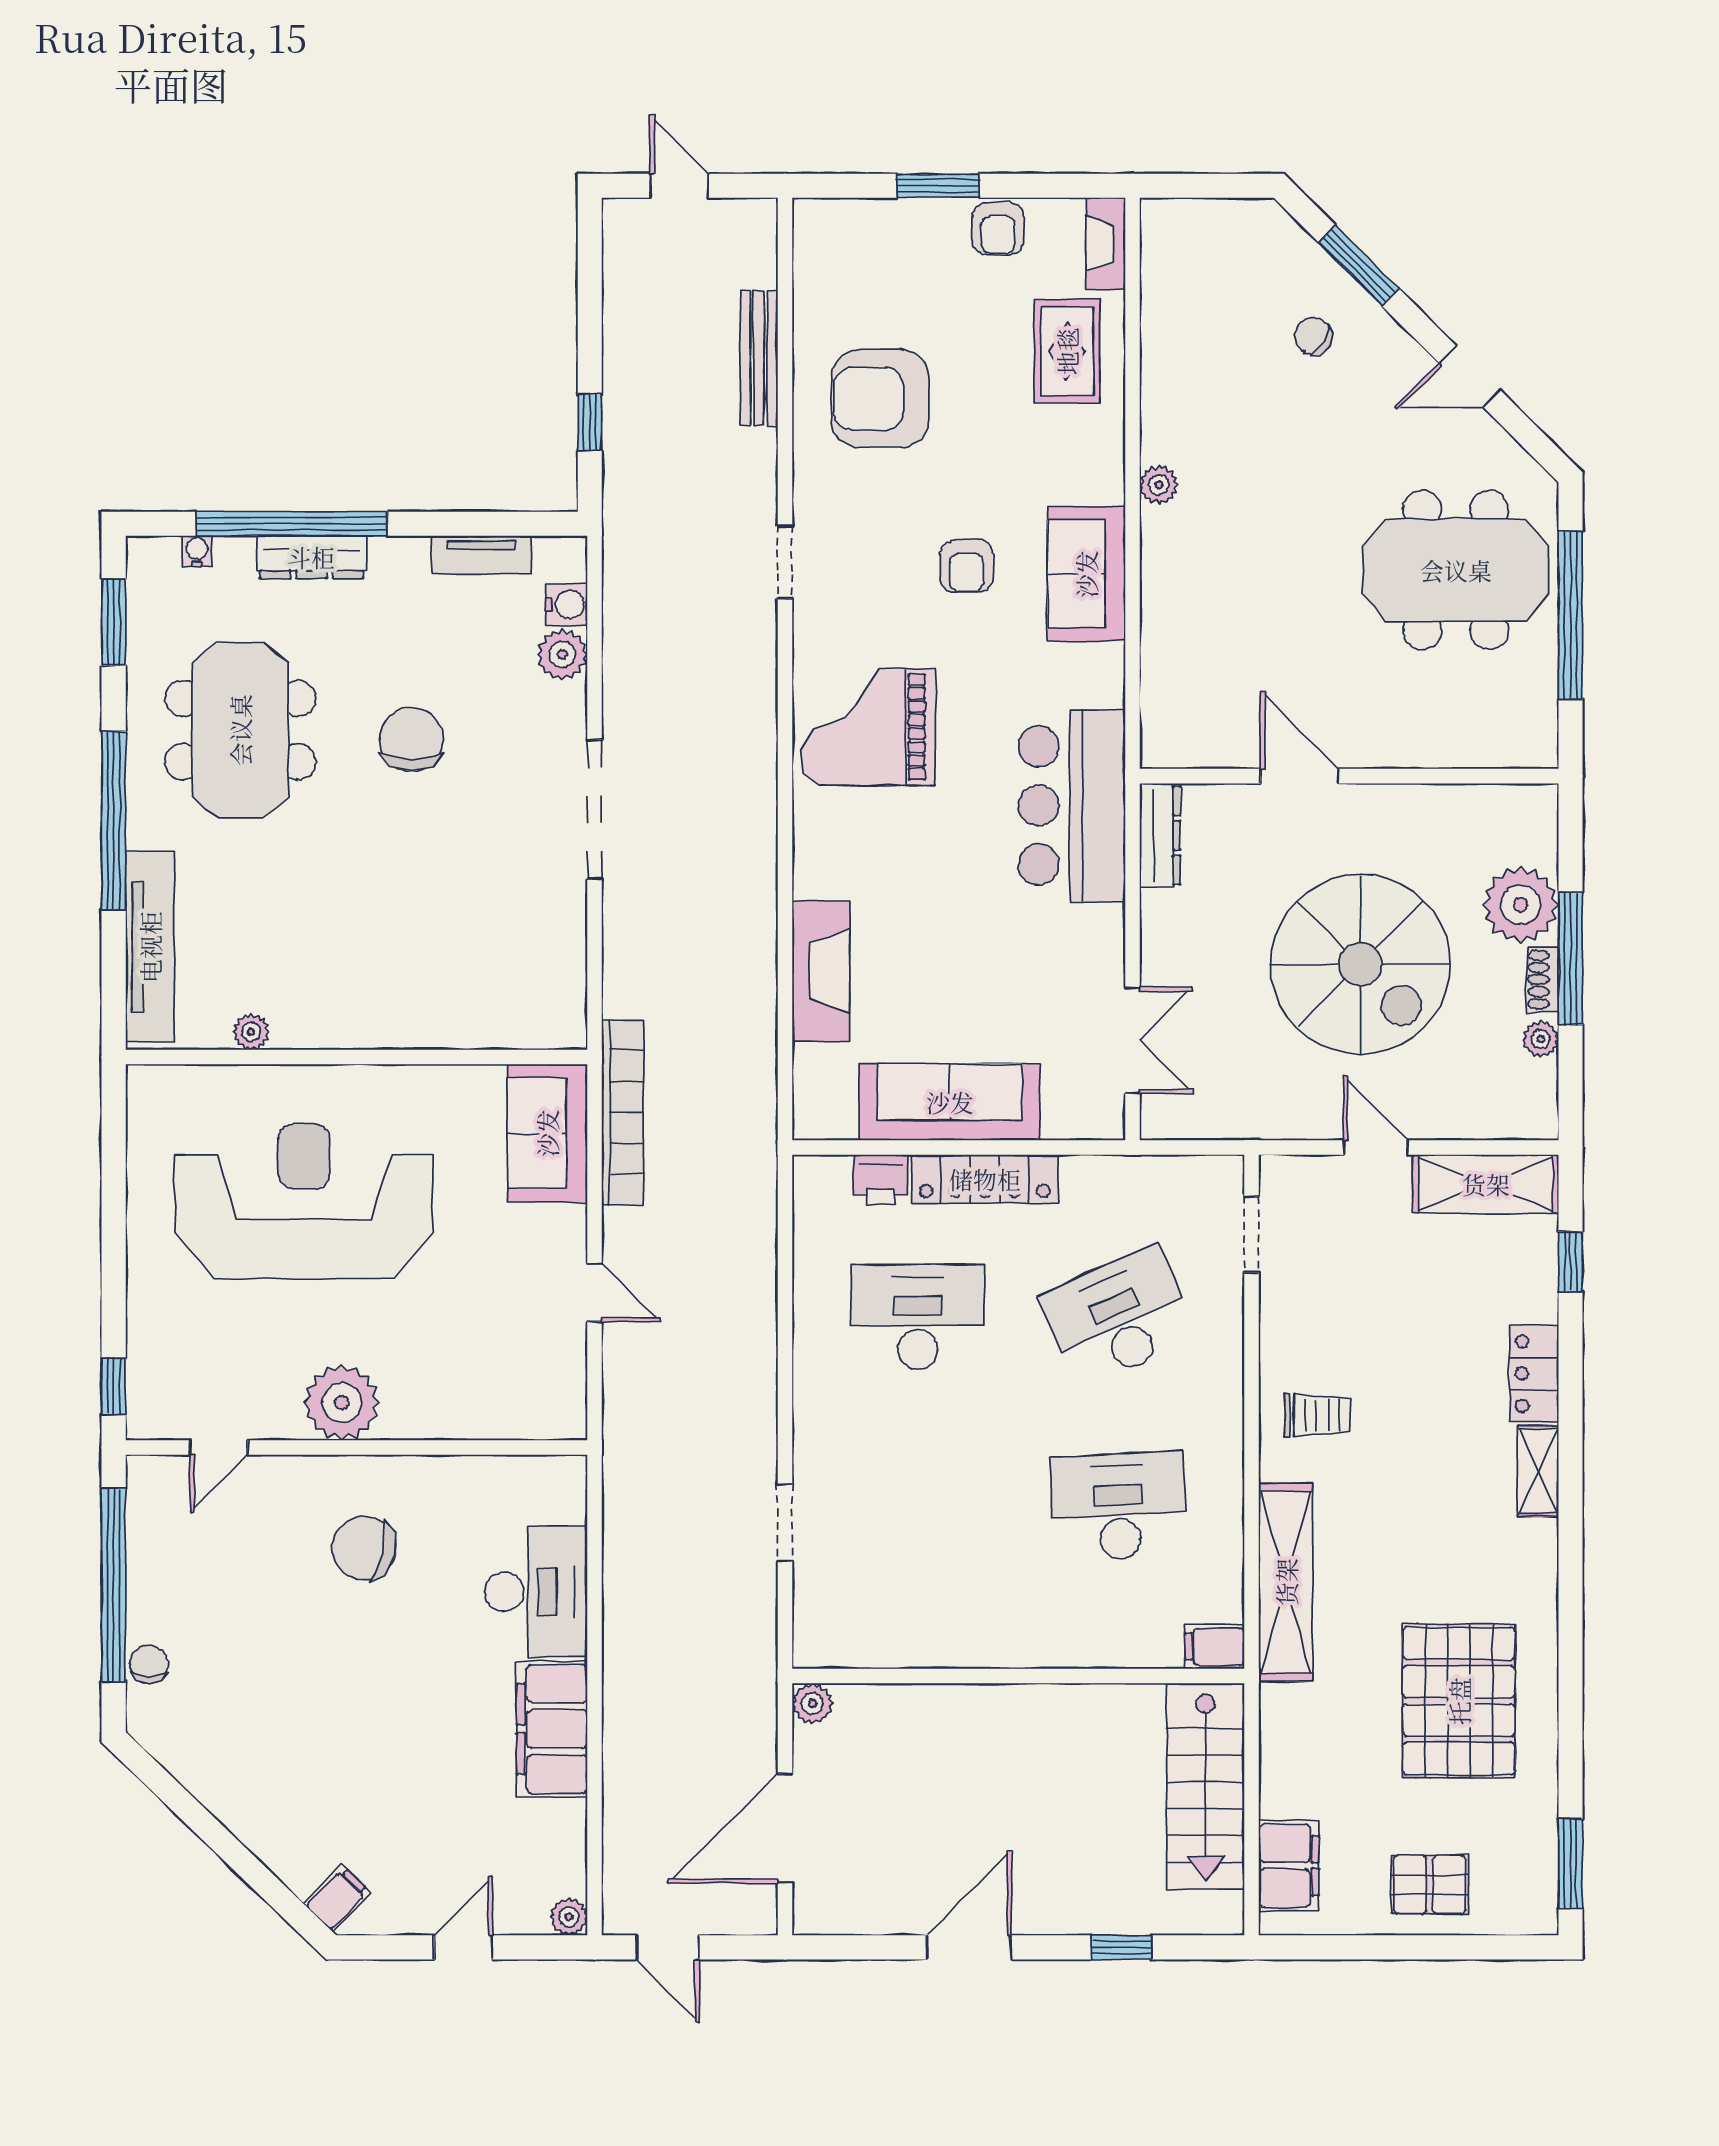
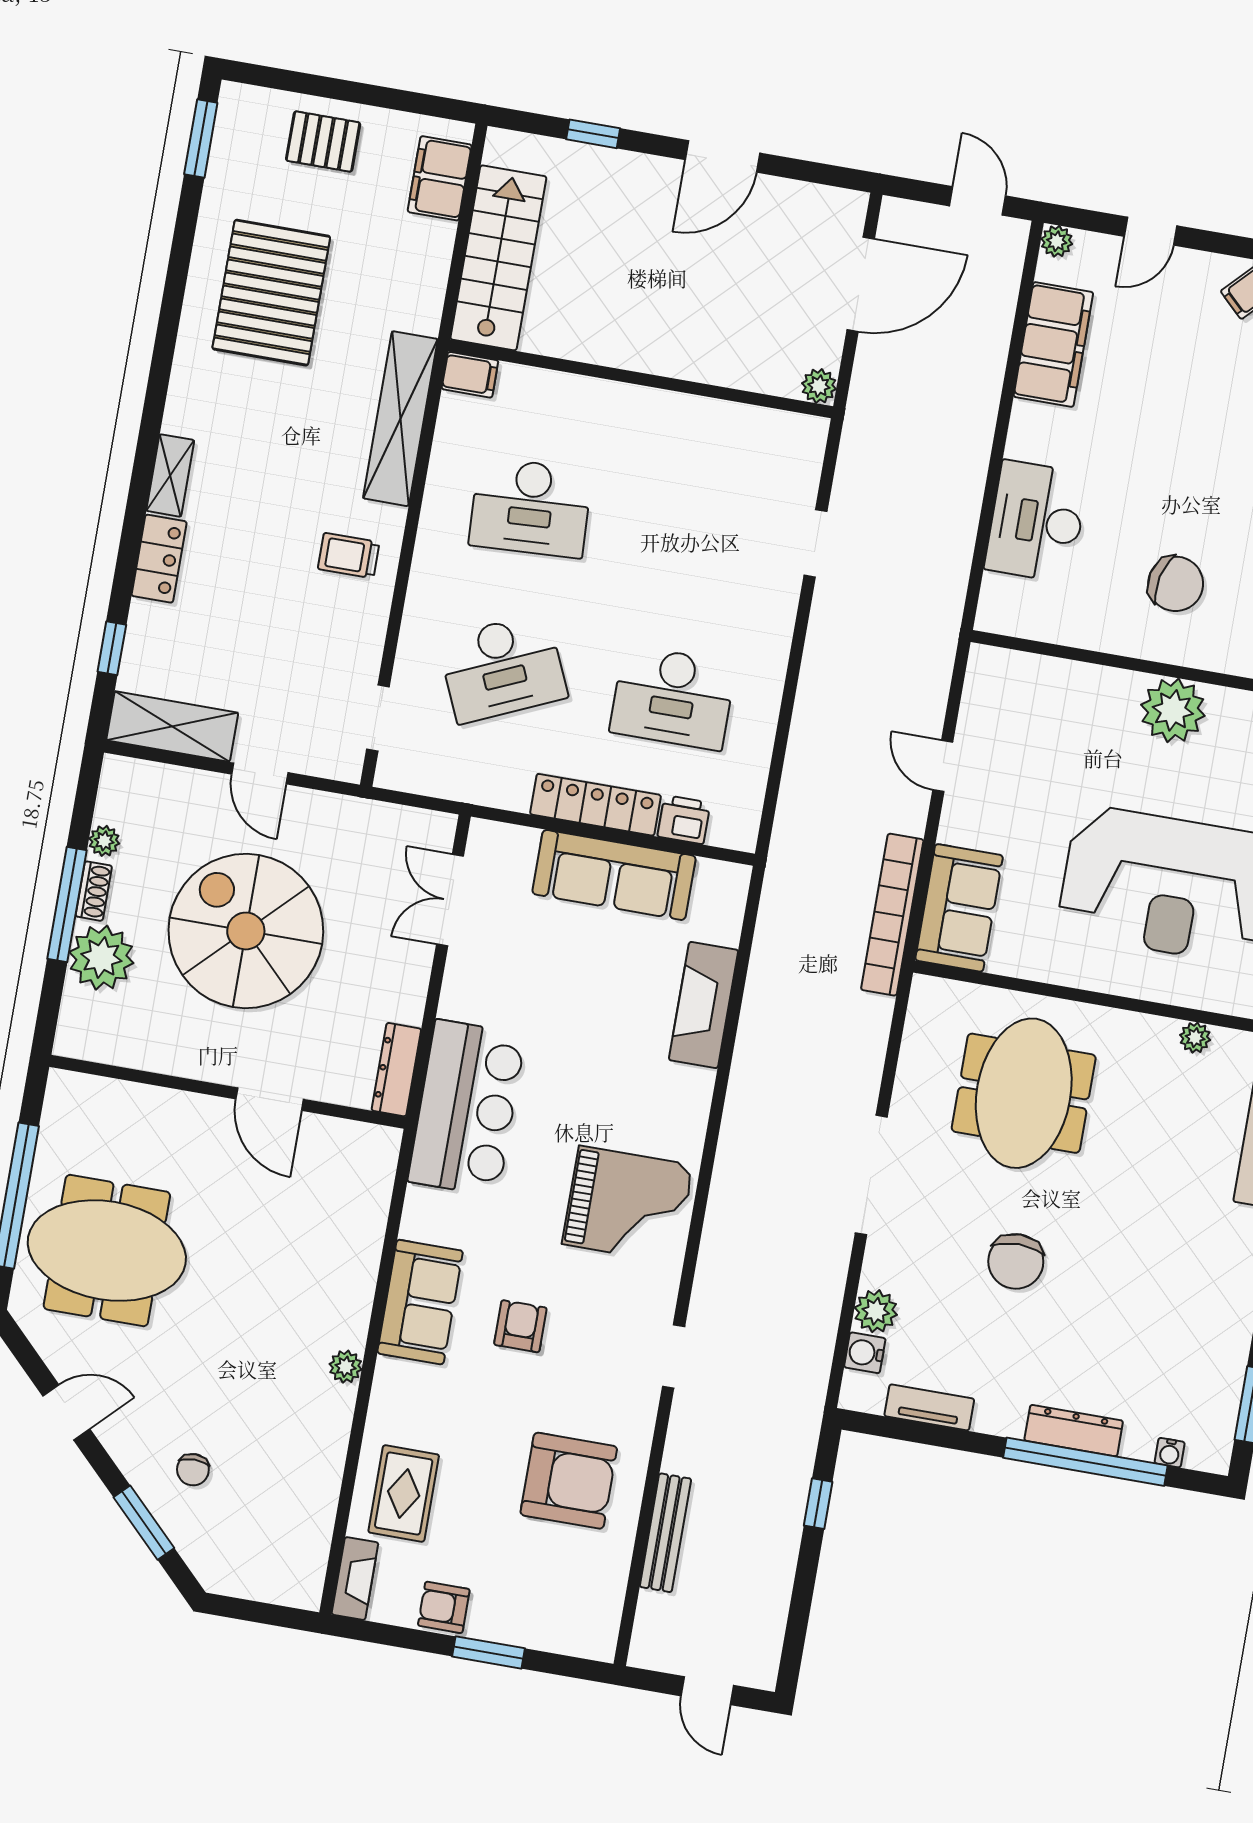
armchair: (998, 228) -> (444, 1607), turned -90
chair: (1313, 336) -> (193, 1470), turned 61
meeting table: (240, 730) -> (1024, 1093), moved
filing cabinet: (552, 1729) -> (1053, 344), moved

